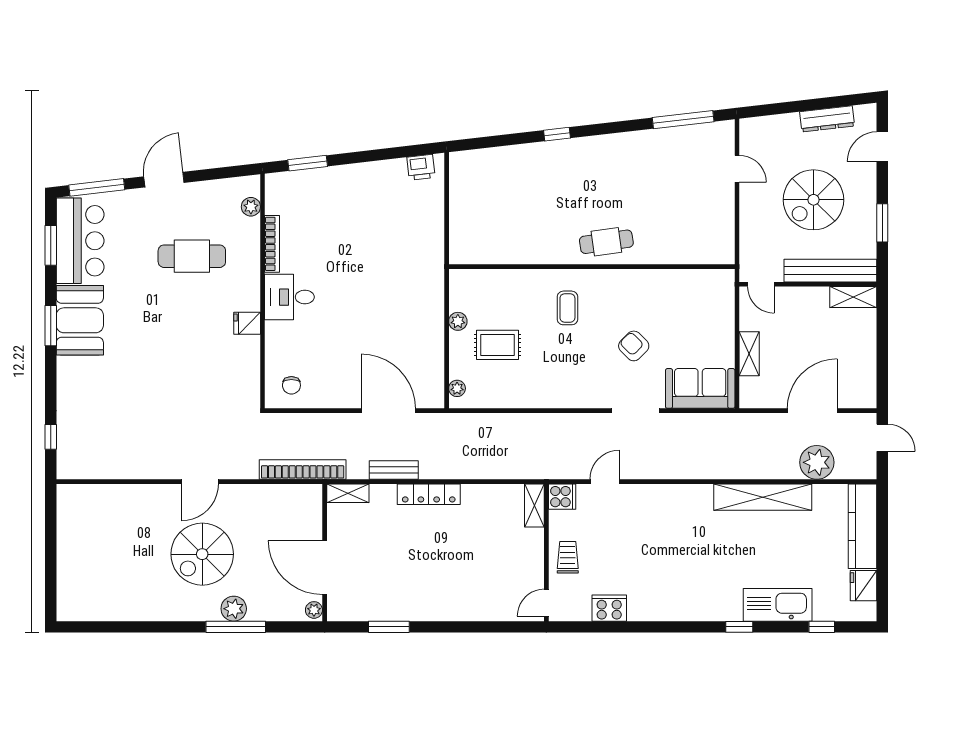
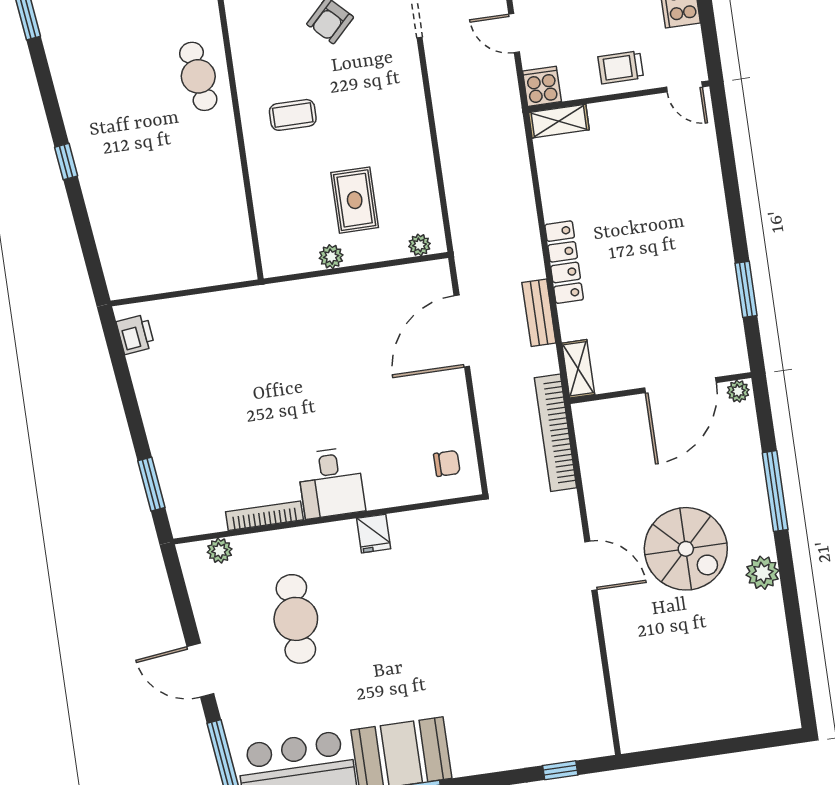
plant: (234, 609) -> (763, 573), moved

